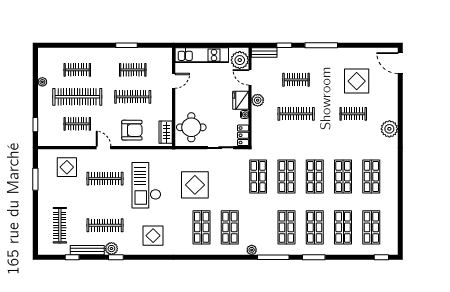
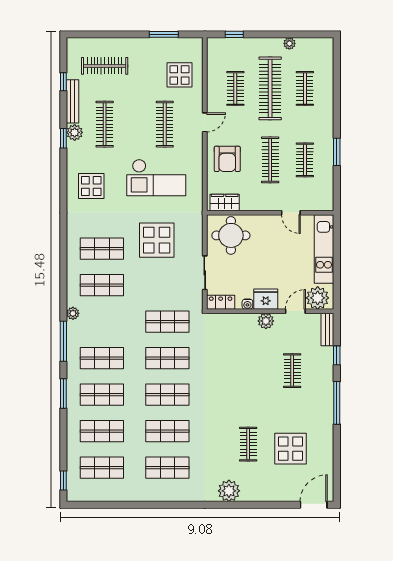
clothes rail: (296, 114) -> (248, 371), removed
checkout: (146, 185) -> (156, 178), turned 180

